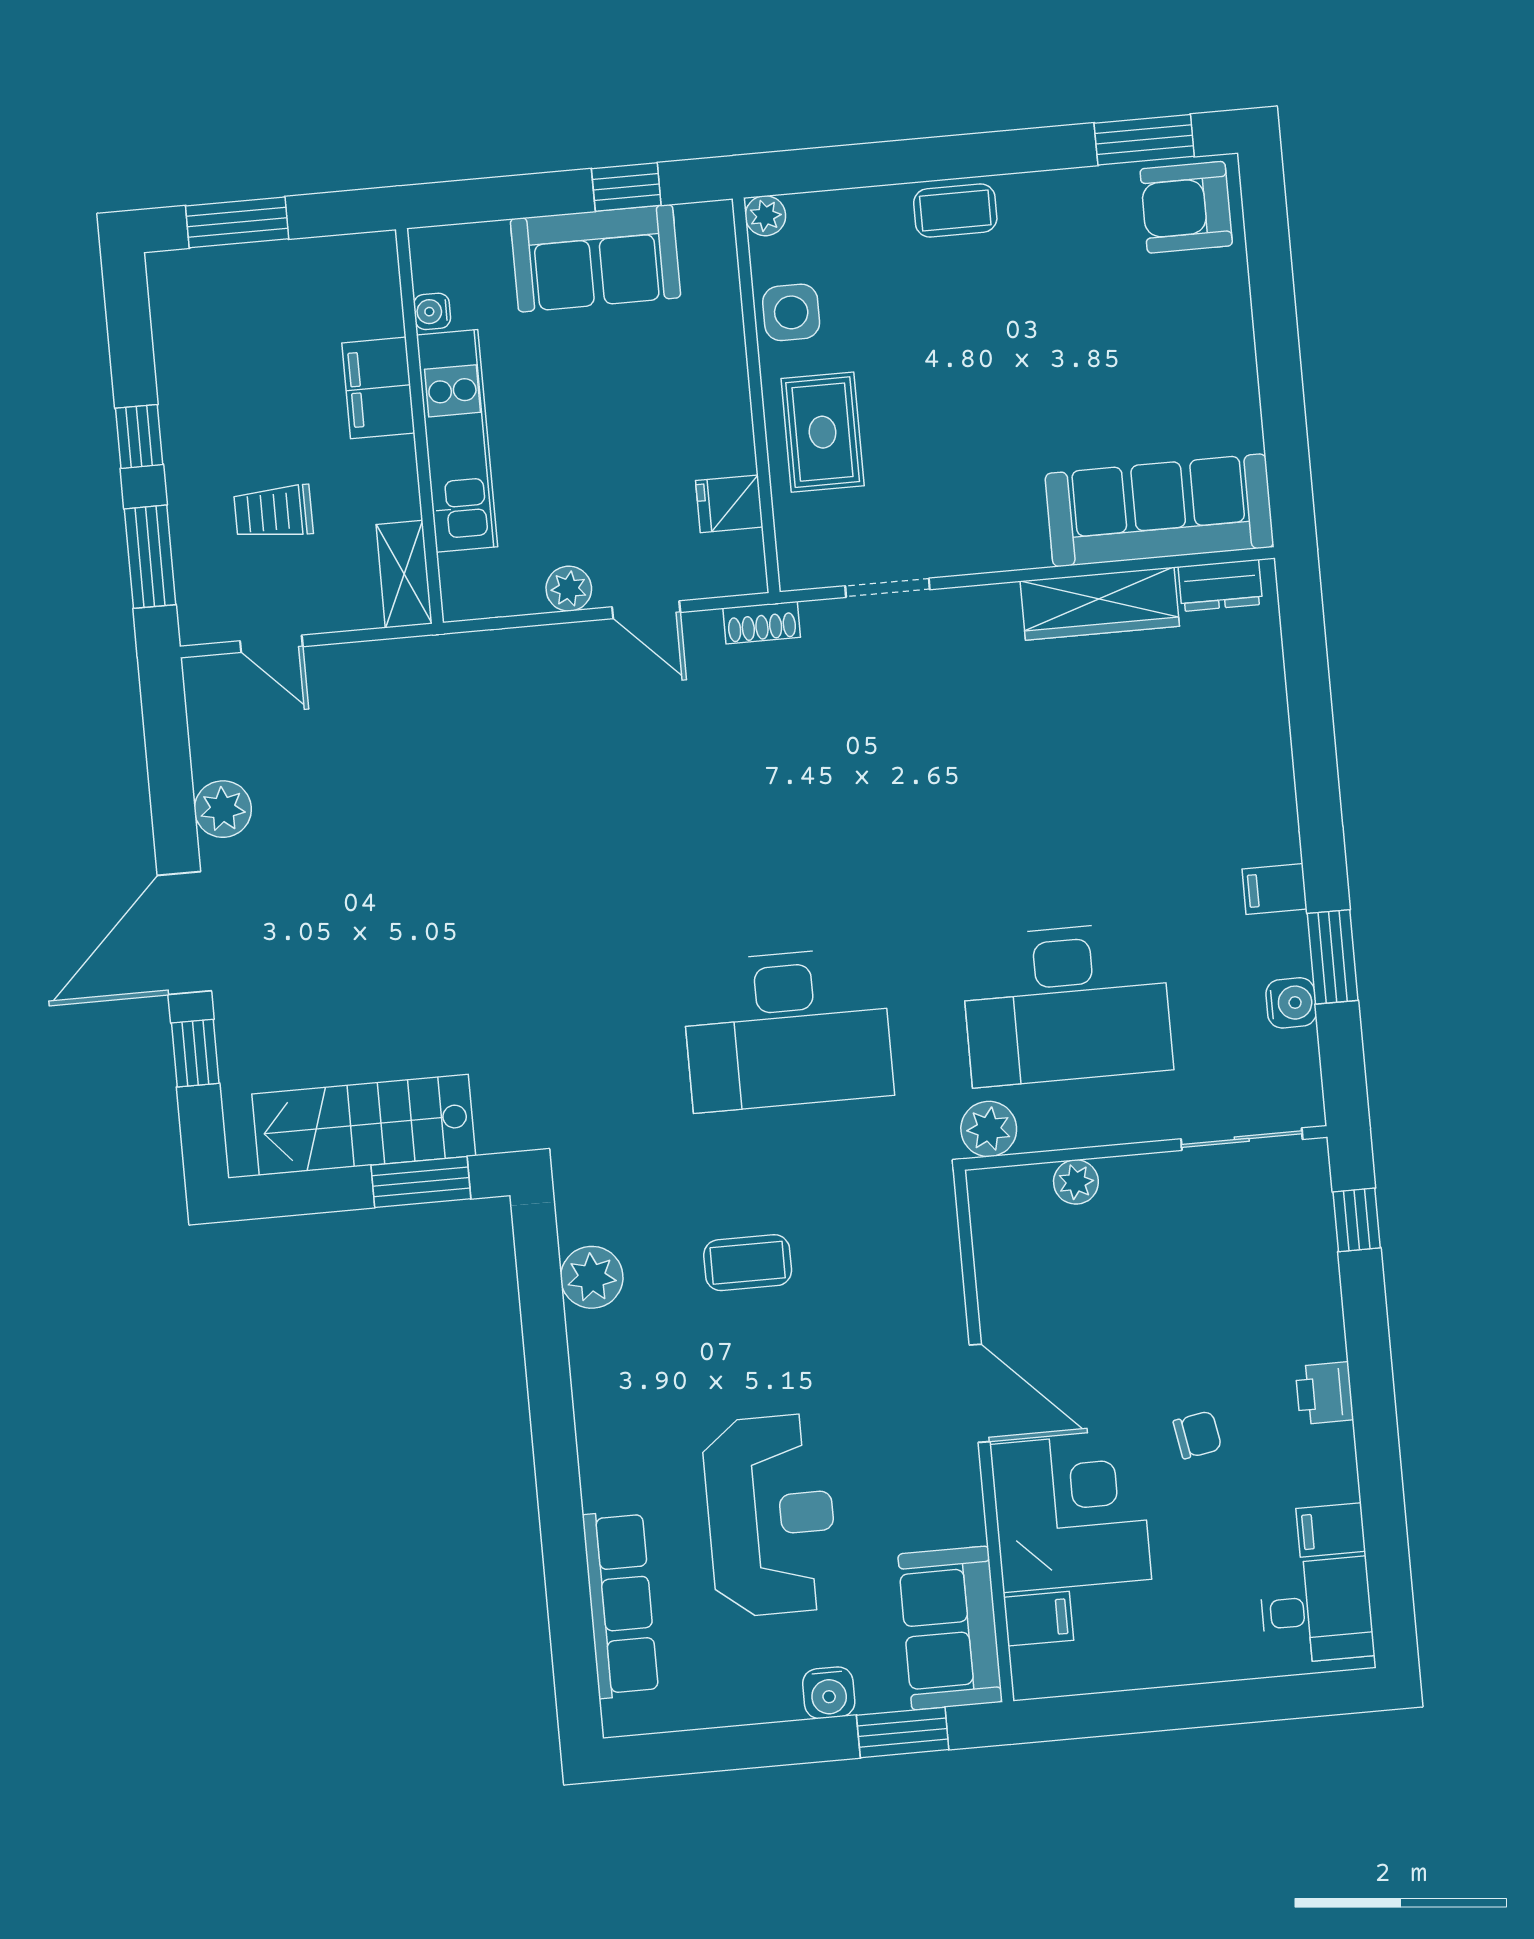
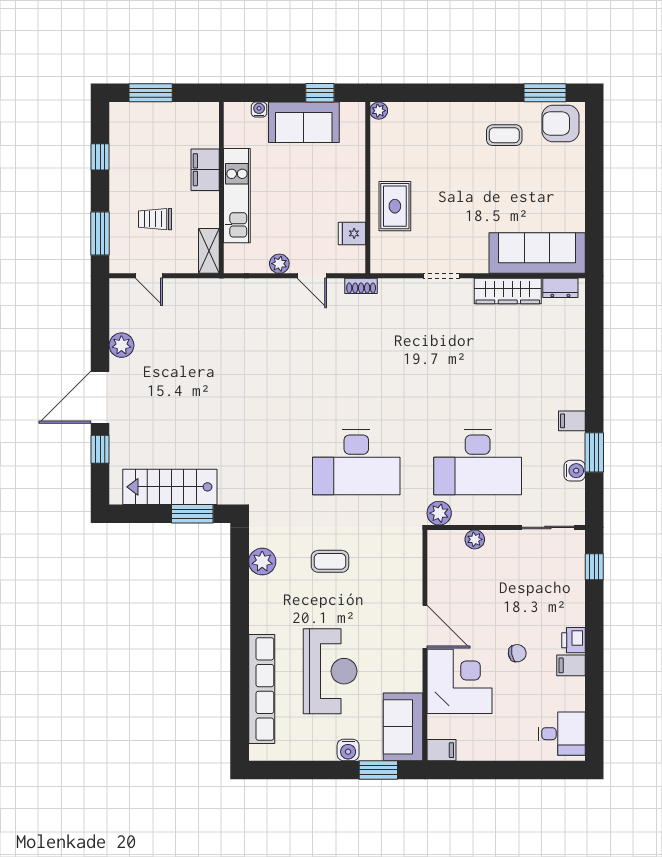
coffee table: (955, 211) -> (504, 135), moved
water cooler: (432, 311) -> (259, 110), moved, turned 90
side table: (791, 312) -> (386, 153), removed
window: (139, 436) -> (100, 157), moved
doorway: (888, 588) -> (441, 276), moved
filing cabinet: (1331, 1530) -> (571, 665), moved
row of seats: (620, 1604) -> (262, 689), width x1.36
filing cabinet: (1039, 1619) -> (441, 750), moved

